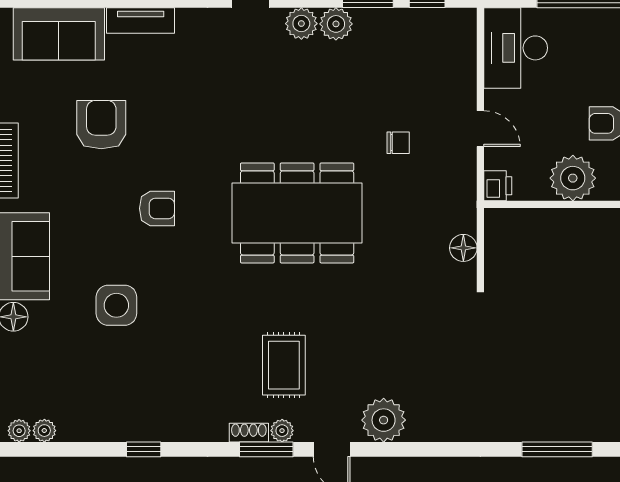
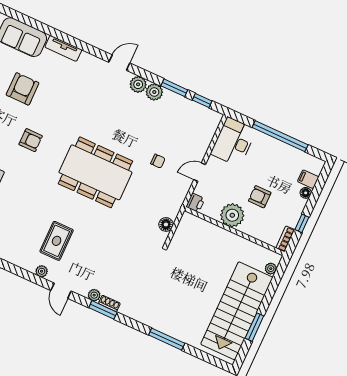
door: (480, 129) -> (200, 172), swing flipped
plant: (384, 420) -> (94, 295), width x0.53, depth x0.53
shoe rack: (249, 433) -> (109, 303), moved
window: (266, 449) -> (103, 310), moved

